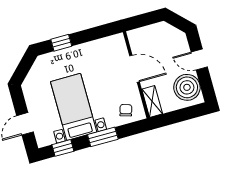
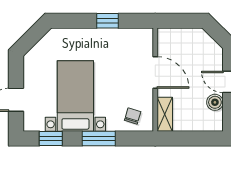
window: (61, 43) -> (107, 21), moved
boiler: (187, 87) -> (215, 102), width x0.54, depth x0.54

